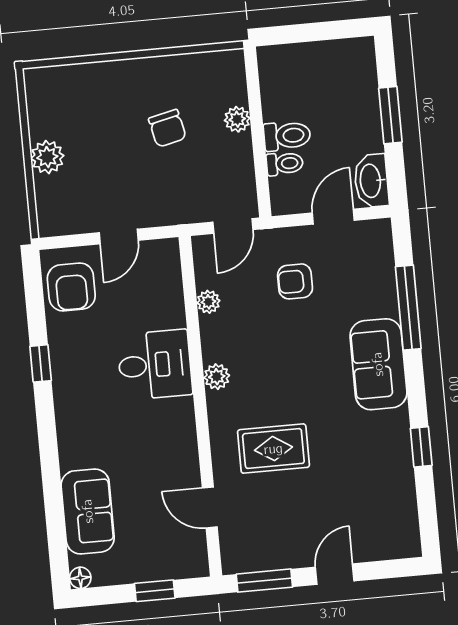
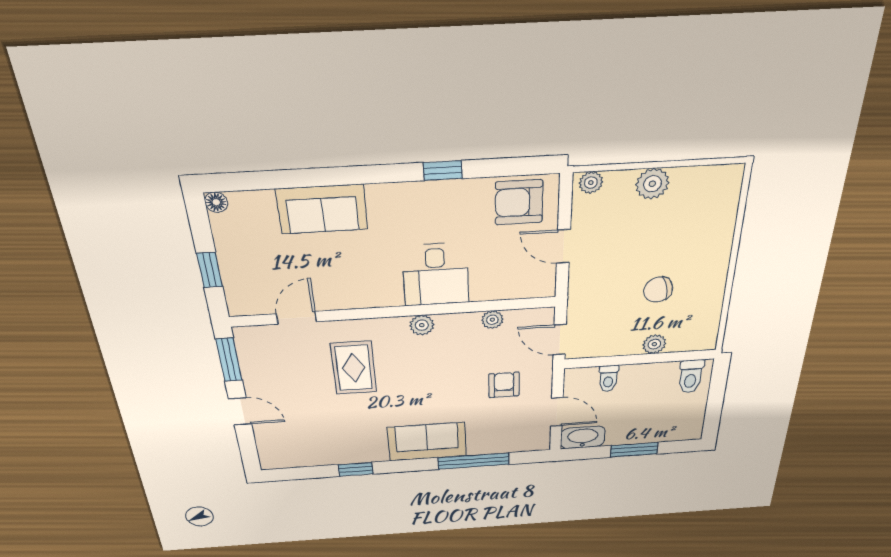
toilet: (287, 136) -> (691, 376), moved
plant: (48, 218) -> (591, 183), added
sofa: (88, 511) -> (322, 209), moved

